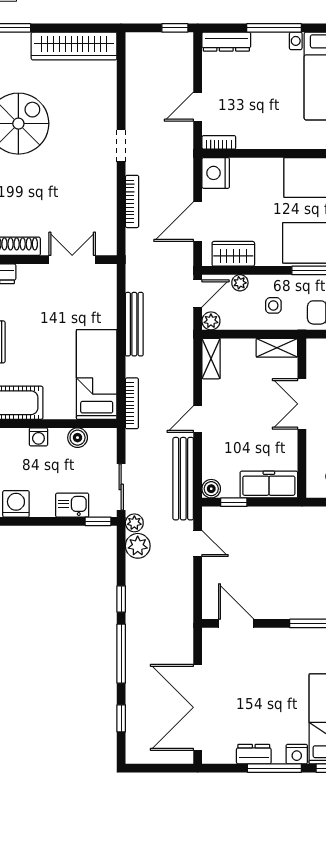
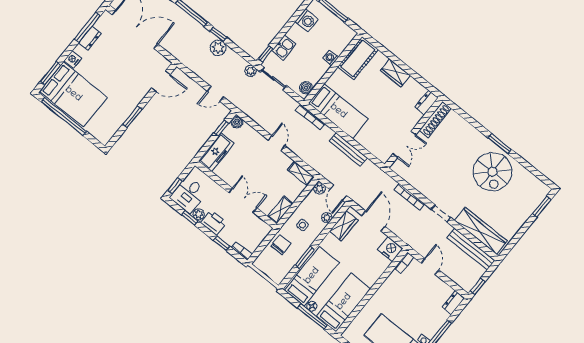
dresser: (226, 42) -> (454, 303), width x0.70
wardrobe: (74, 46) -> (481, 231), moved, turned 90
boiler: (78, 438) -> (306, 88), moved
bench: (183, 479) -> (471, 249), moved
plant: (138, 546) -> (218, 48), moved
window: (274, 768) -> (87, 27), moved

